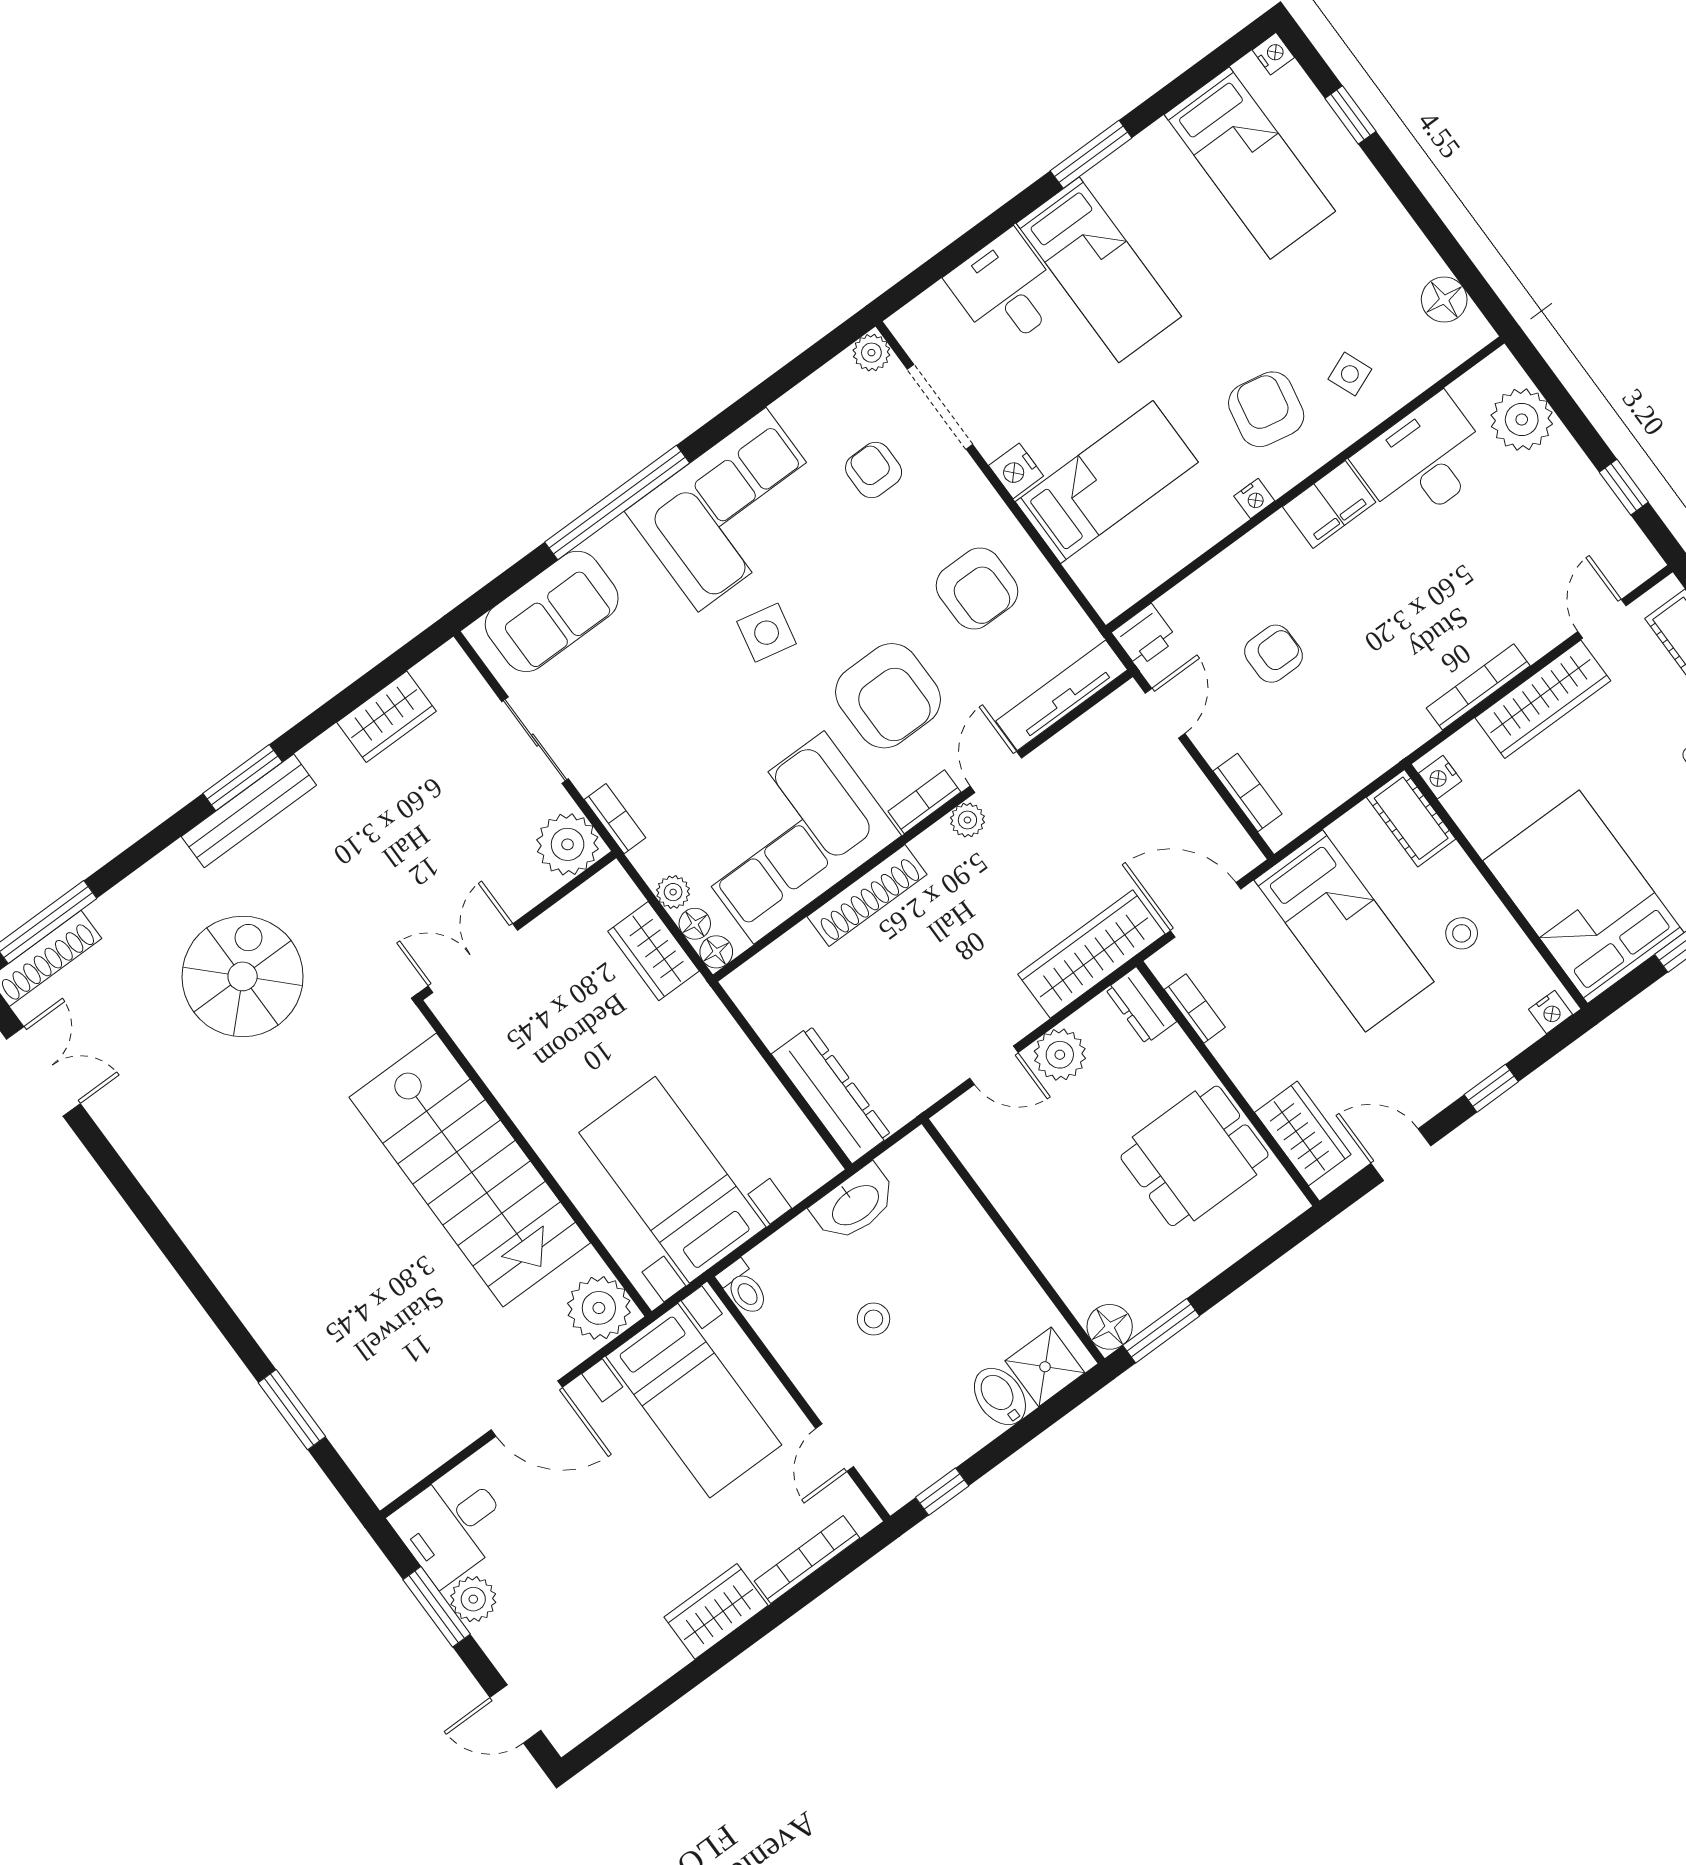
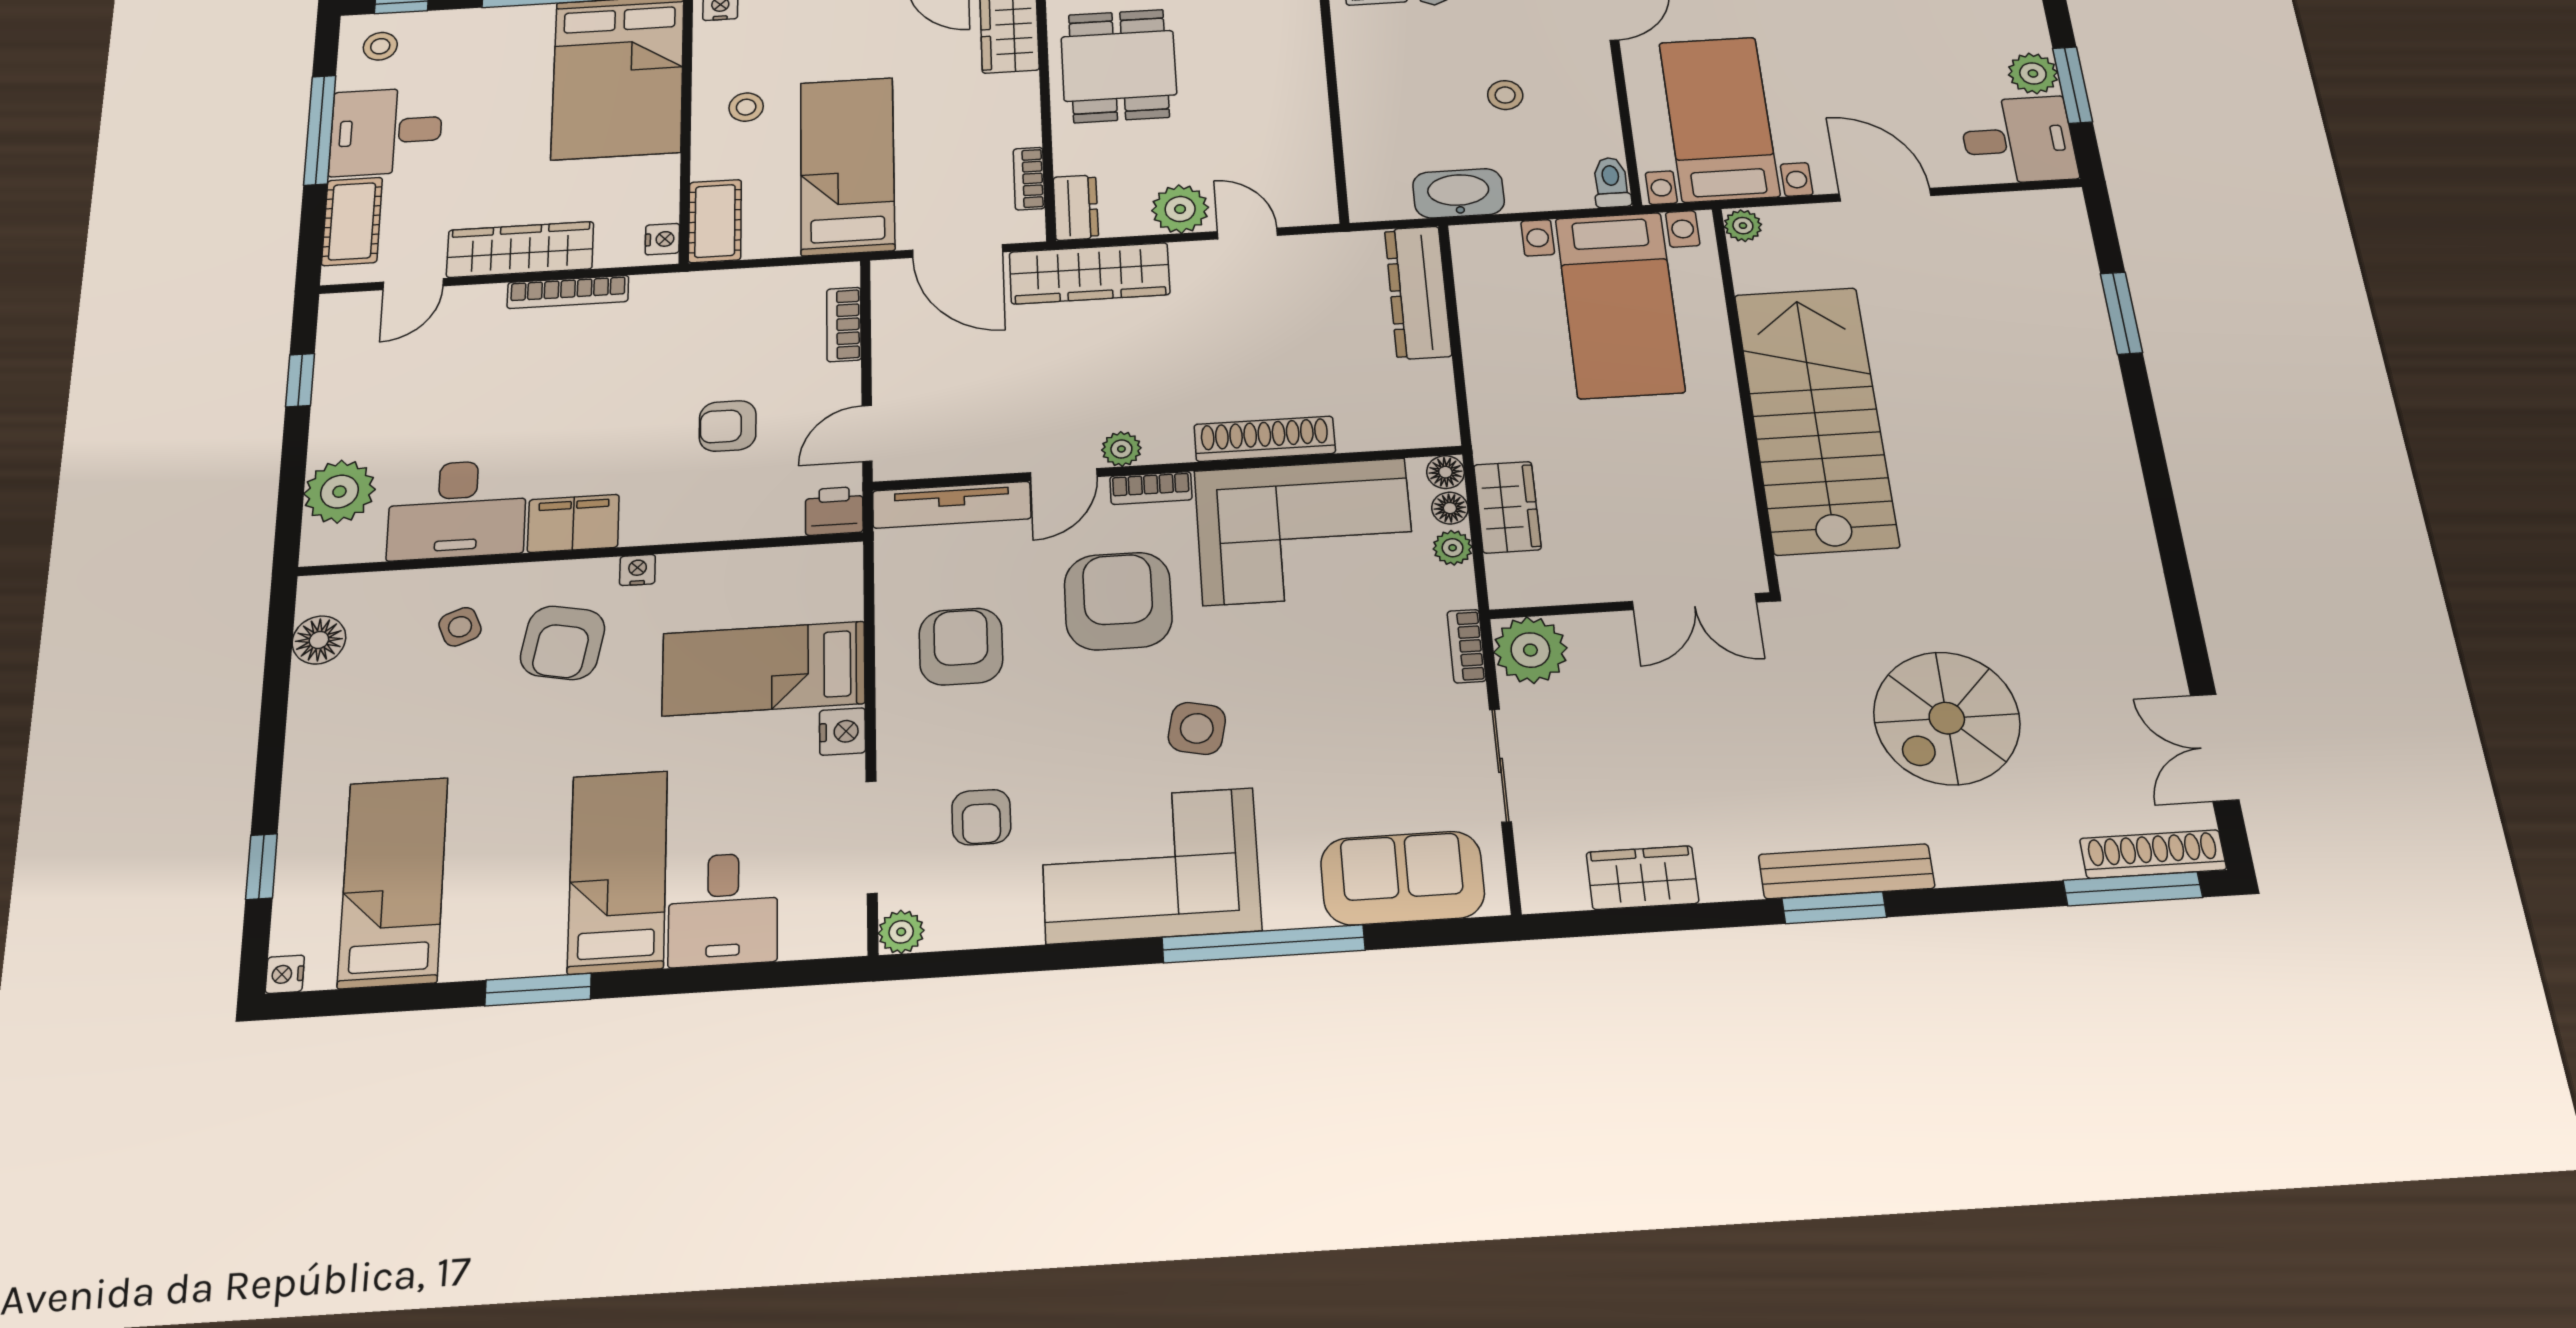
dining table: (1195, 1156) -> (1119, 66), turned 90
plant: (599, 1308) -> (1743, 226), width x0.53, depth x0.53

